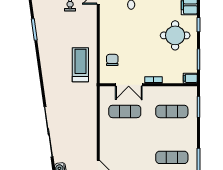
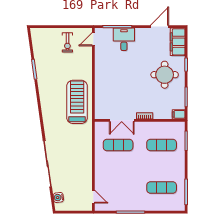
chair: (112, 60) -> (106, 97), removed
treadmill: (80, 65) -> (77, 102), width x1.37, depth x1.38

